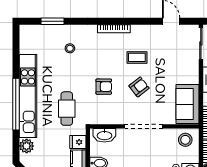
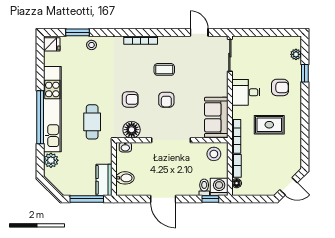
stool: (70, 48) -> (92, 45), moved
armchair: (139, 87) -> (166, 100), turned 128
floor lamp: (105, 116) -> (132, 130), added
washbasin: (104, 135) -> (125, 147), width x0.52, depth x0.69
fridge: (78, 142) -> (52, 44), moved, turned 180

